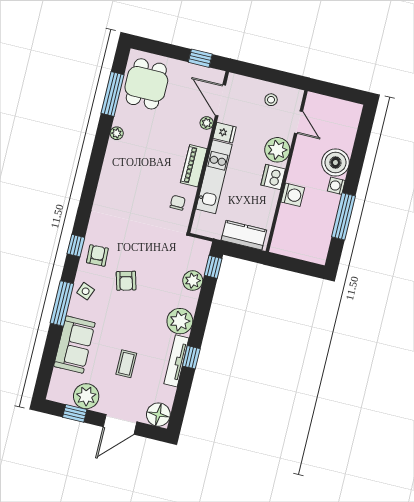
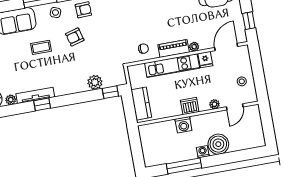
plant: (207, 123) -> (194, 47), moved
plant: (277, 150) -> (214, 104), width x0.53, depth x0.53
plant: (180, 321) -> (11, 100), moved, width x0.53, depth x0.53
coffee table: (126, 364) -> (41, 47), moved

